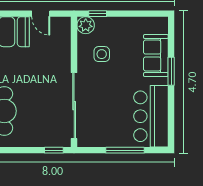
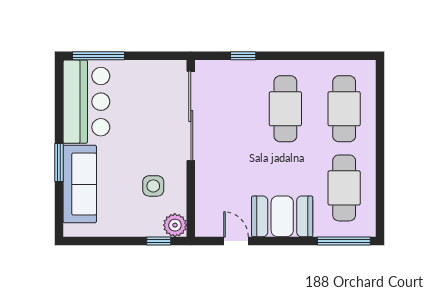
sofa: (156, 56) -> (80, 184), width x1.36
window: (54, 150) -> (243, 56), moved
window: (125, 150) -> (99, 56), moved

